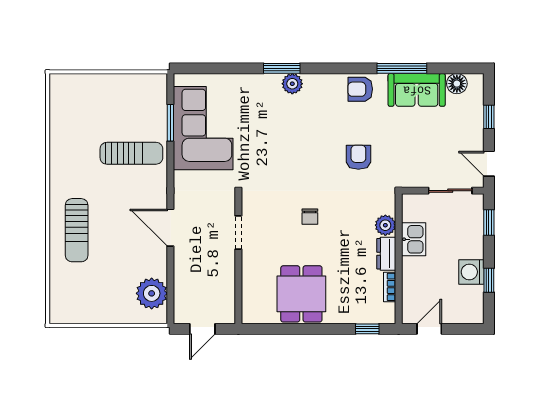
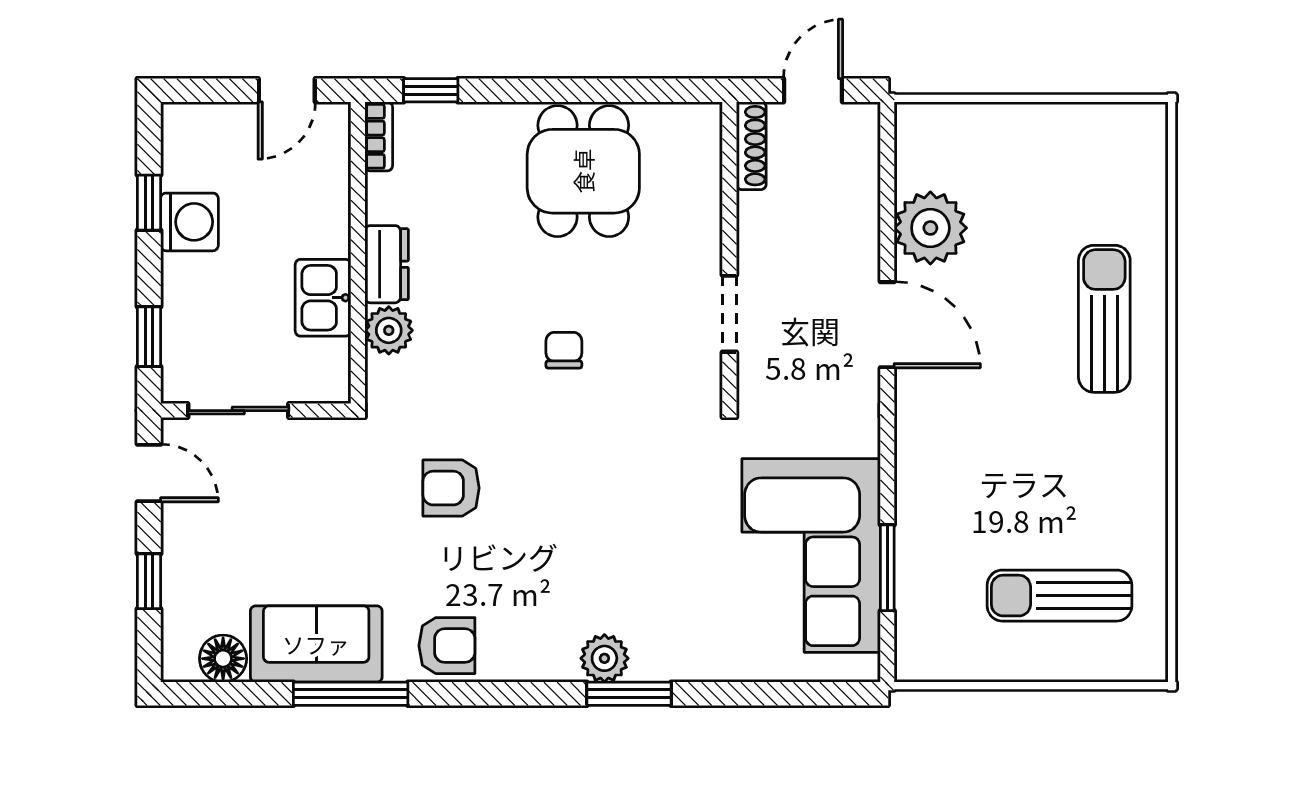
sun lounger: (131, 153) -> (1059, 596), moved
armchair: (358, 157) -> (451, 488), turned 90
bookcase: (390, 287) -> (379, 136), moved
plant: (152, 293) -> (930, 228), moved
shoe rack: (229, 305) -> (751, 146), added

